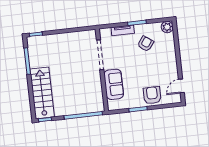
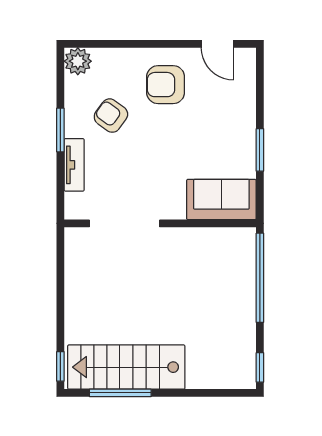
sofa: (114, 84) -> (221, 200), moved
stairs: (42, 93) -> (126, 367), moved
armchair: (152, 95) -> (166, 85), moved

